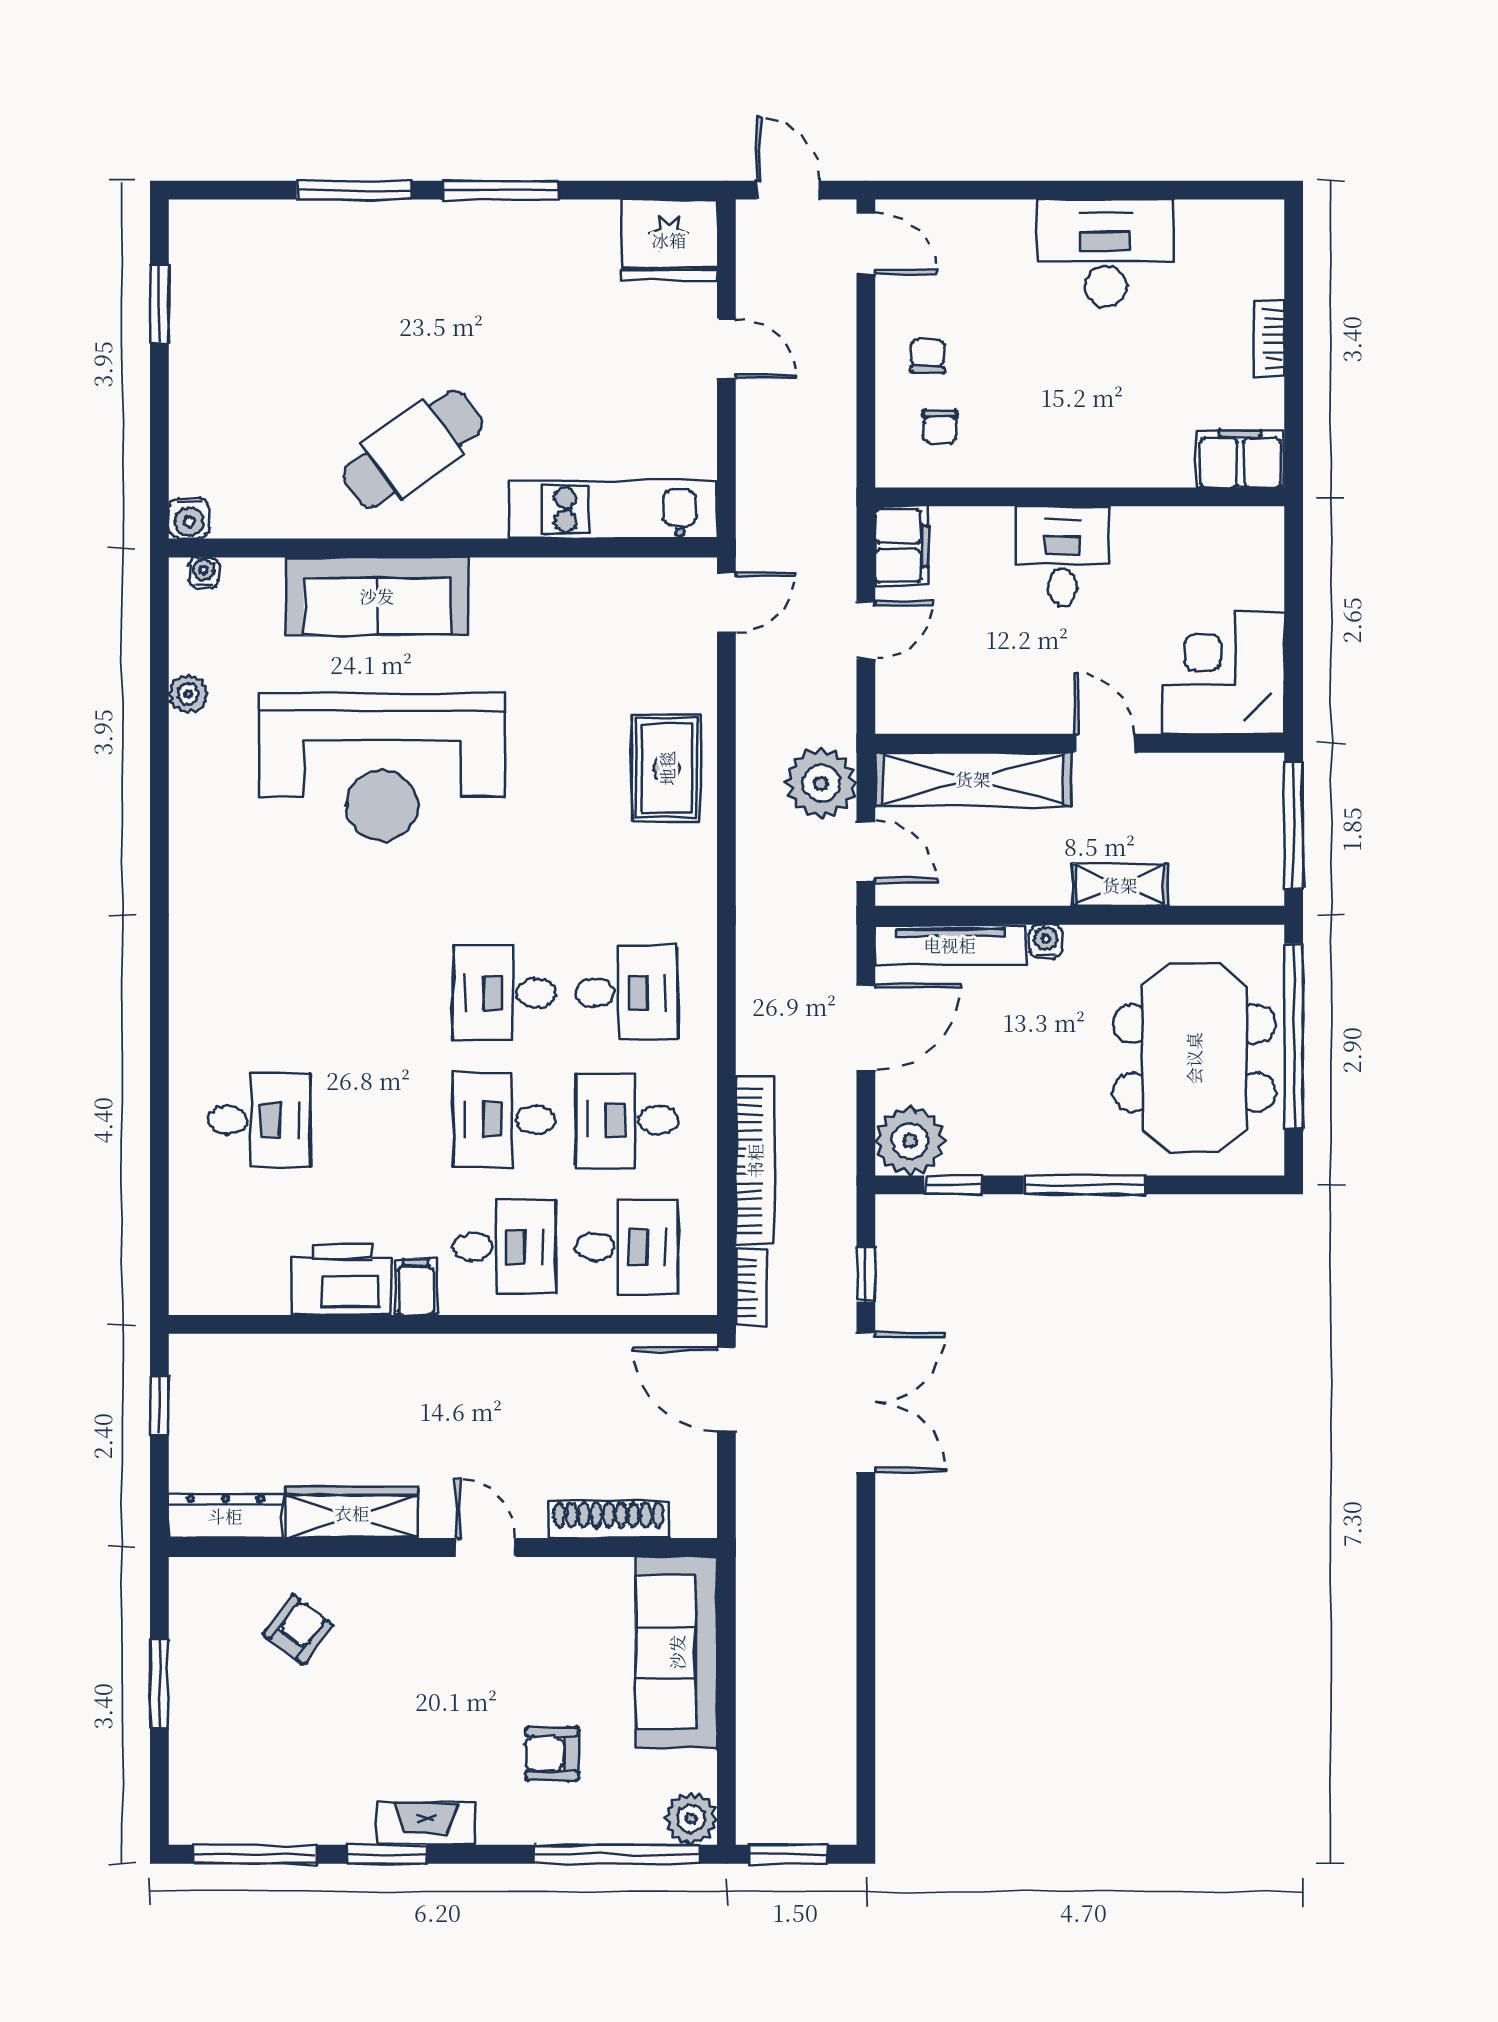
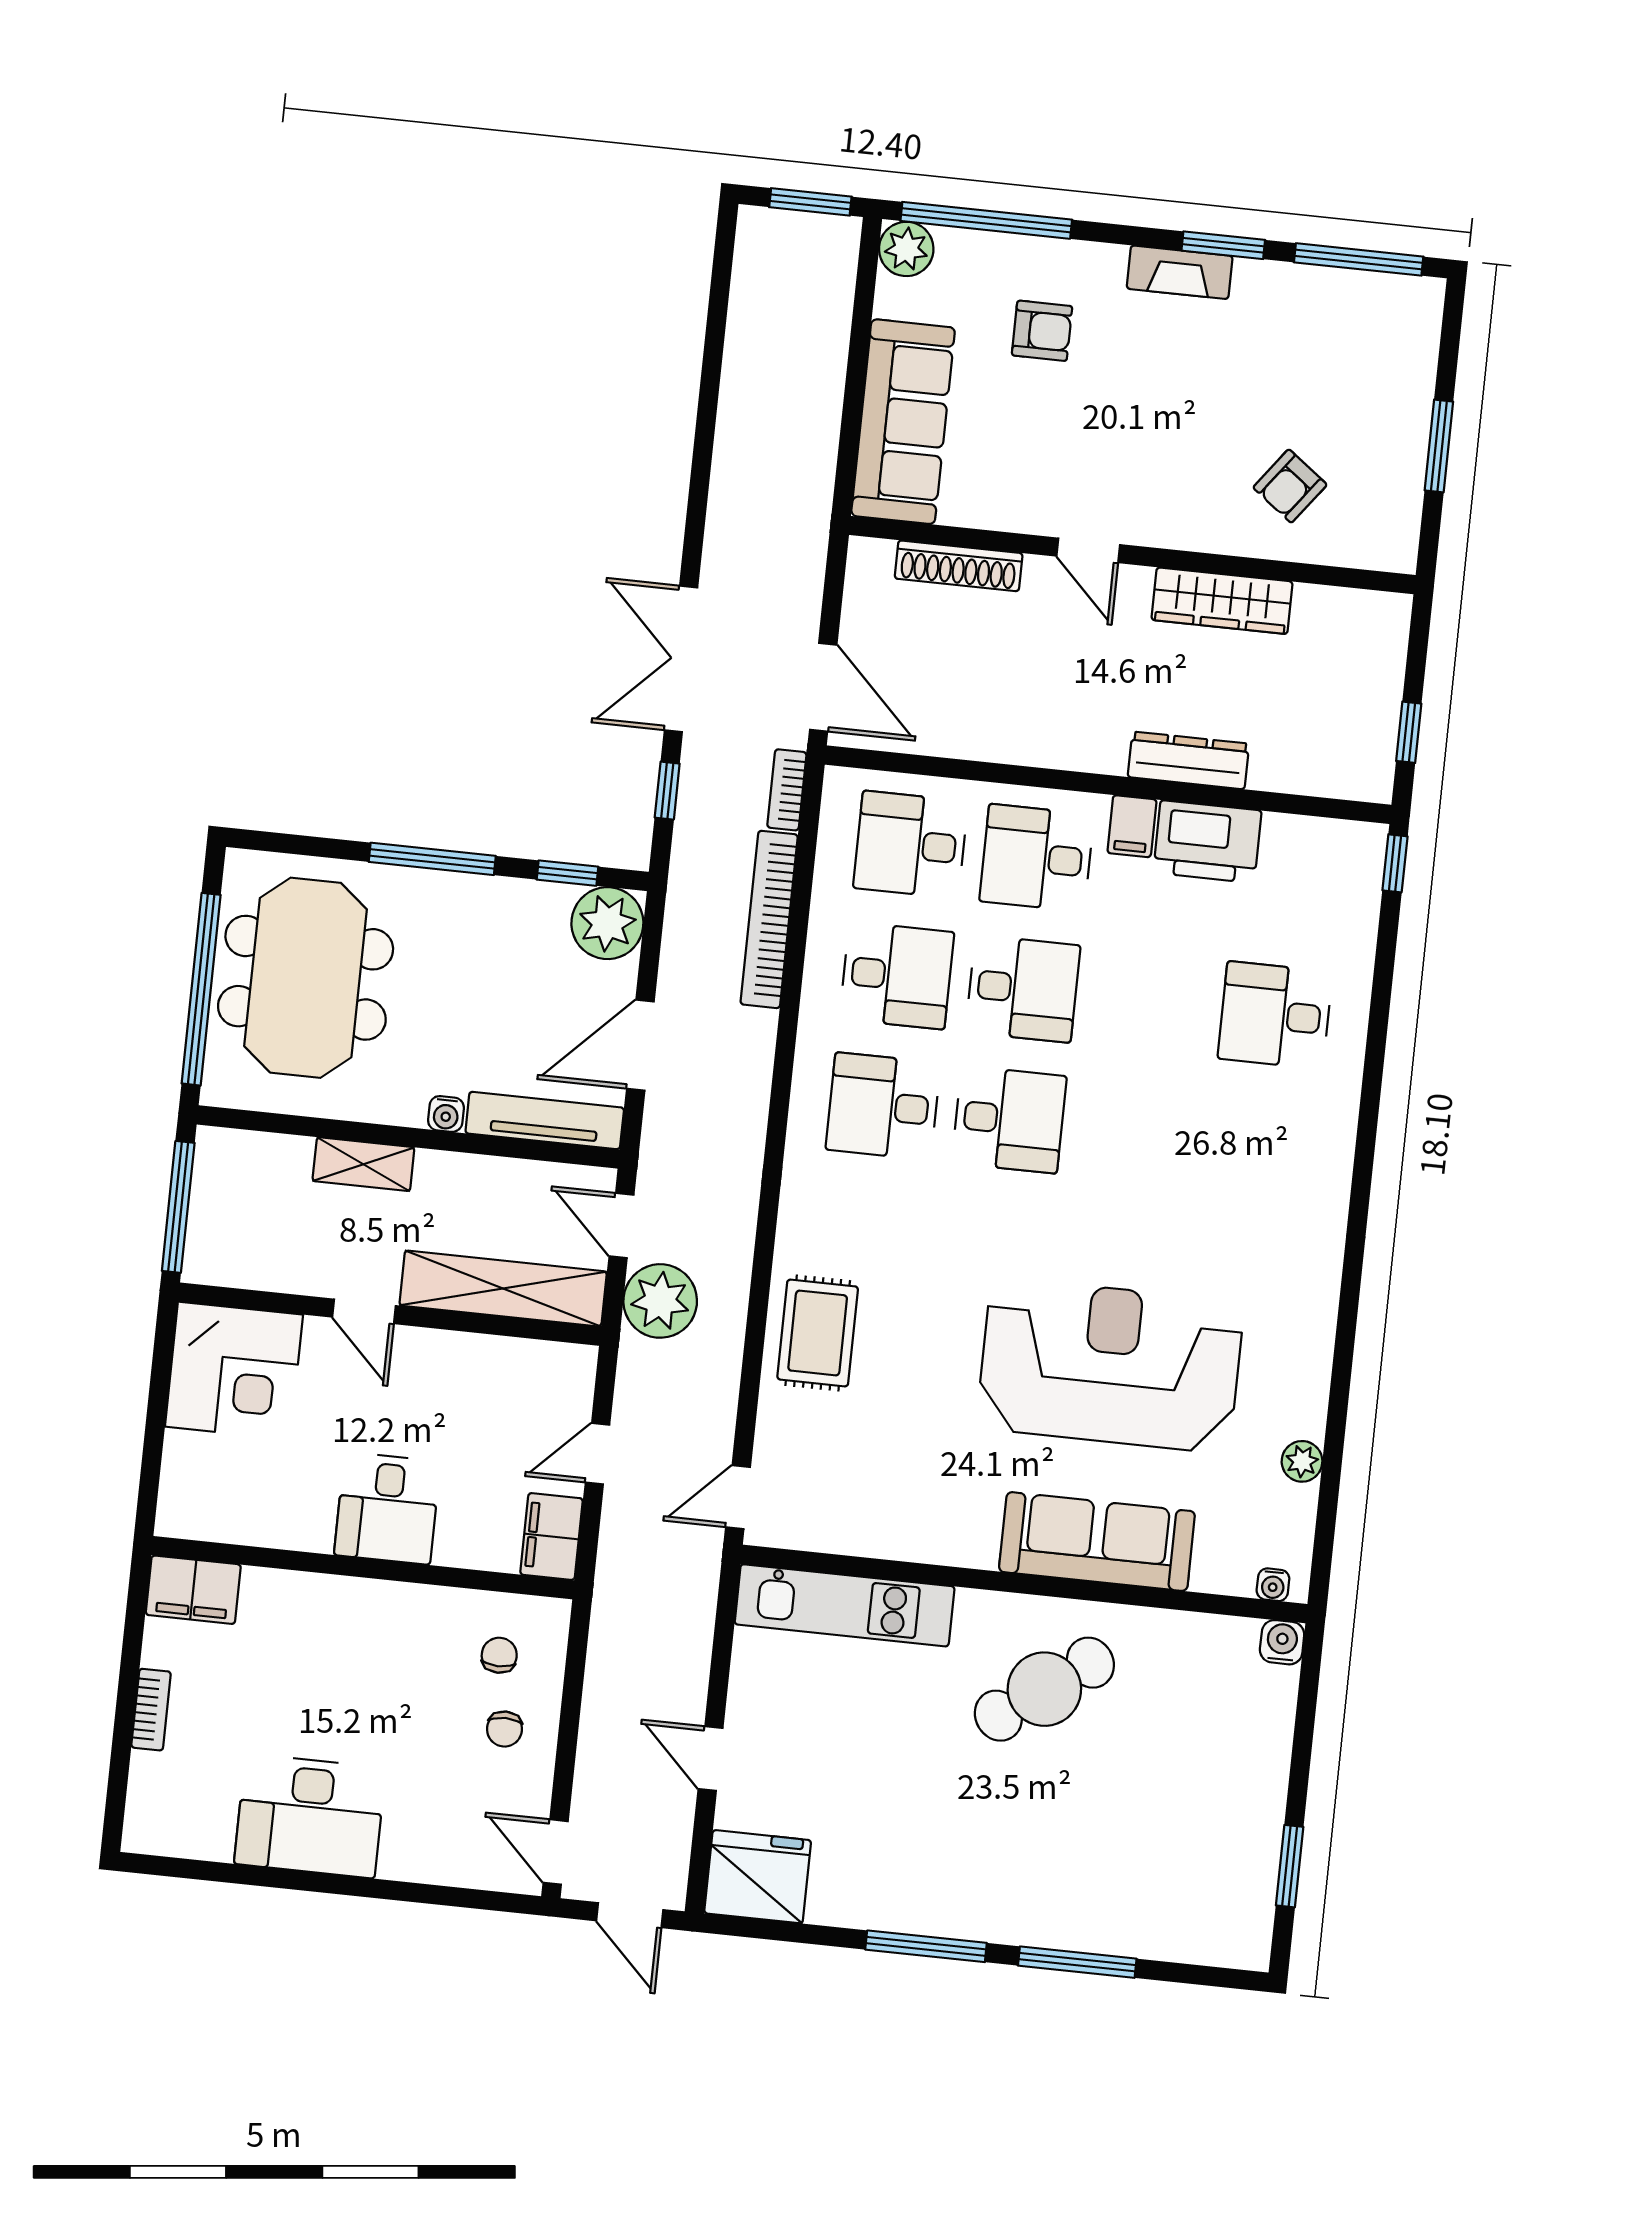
window: (159, 1278) -> (1395, 863), added
dresser: (225, 1516) -> (1188, 760), moved, turned 180

